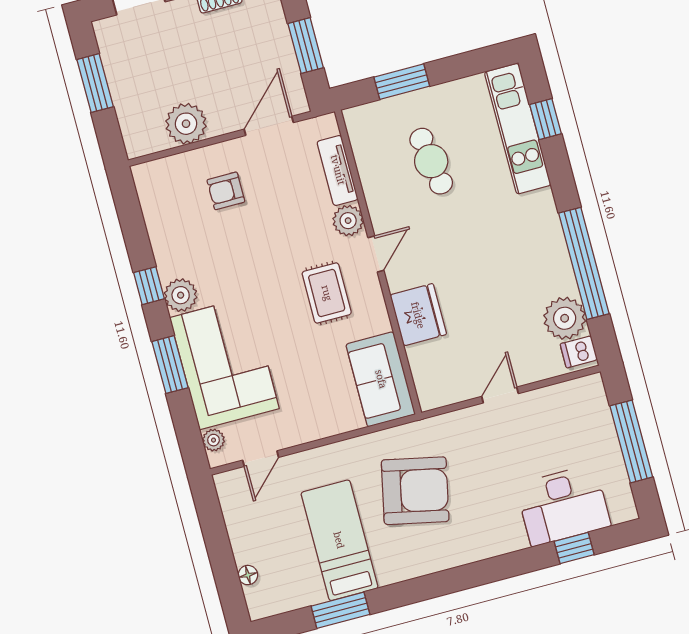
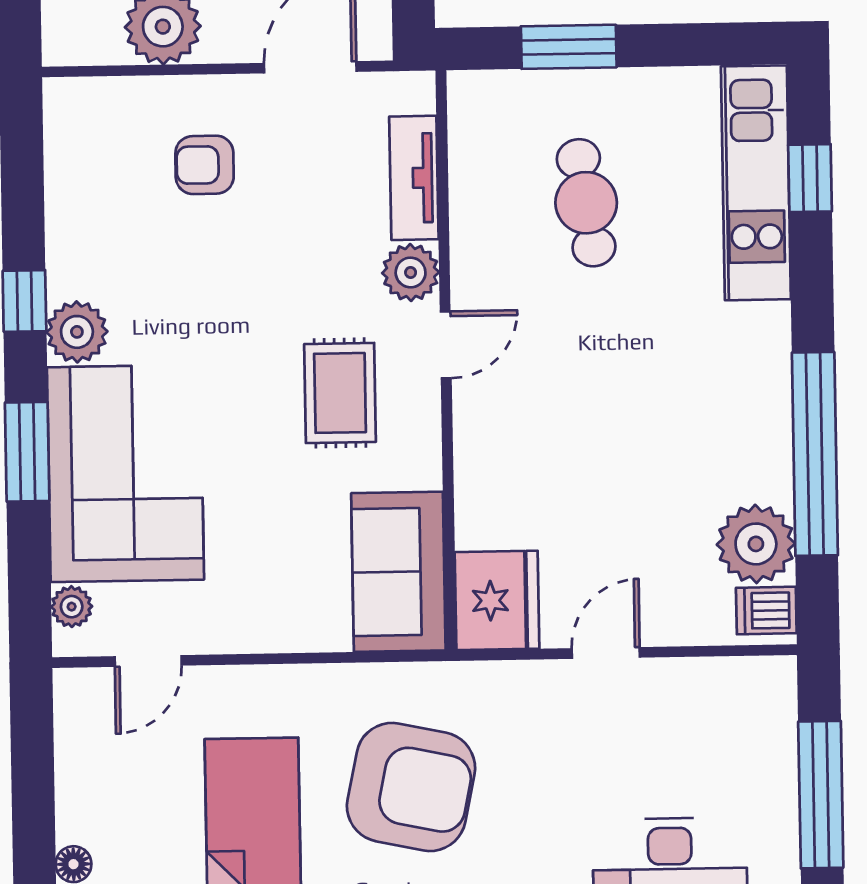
fridge: (418, 315) -> (497, 600), moved

